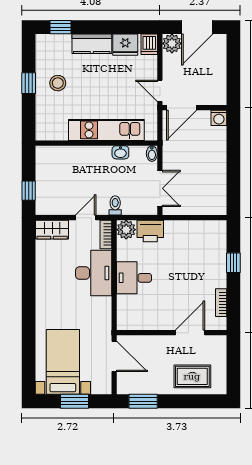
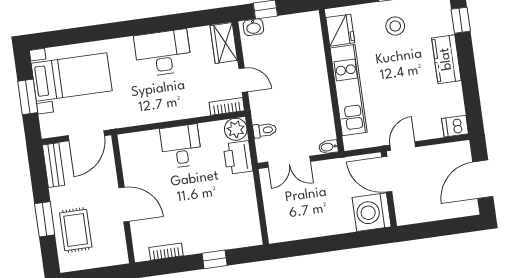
door: (197, 27) -> (483, 179), hinge flipped
plant: (172, 43) -> (460, 152), removed
fridge: (125, 45) -> (340, 30), moved, turned 180
washing machine: (219, 118) -> (372, 212), width x1.89, depth x1.89
washbasin: (120, 152) -> (253, 27), moved, turned -90
toilet: (115, 205) -> (265, 130), moved
desk: (94, 273) -> (163, 53), moved, turned 180
door: (190, 333) -> (124, 205), moved
bench: (135, 387) -> (53, 165), added
window: (143, 401) -> (45, 219), moved

